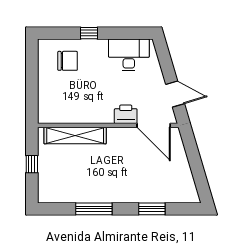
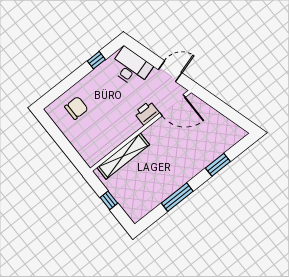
window: (89, 33) -> (96, 60), moved
desk: (129, 55) -> (131, 67), moved, turned 74

